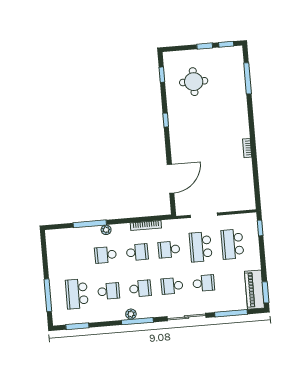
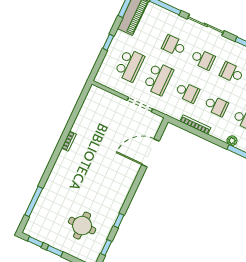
window: (166, 120) -> (119, 221), moved
window: (260, 228) -> (108, 42), moved
school desk: (137, 252) -> (216, 106), turned 180

